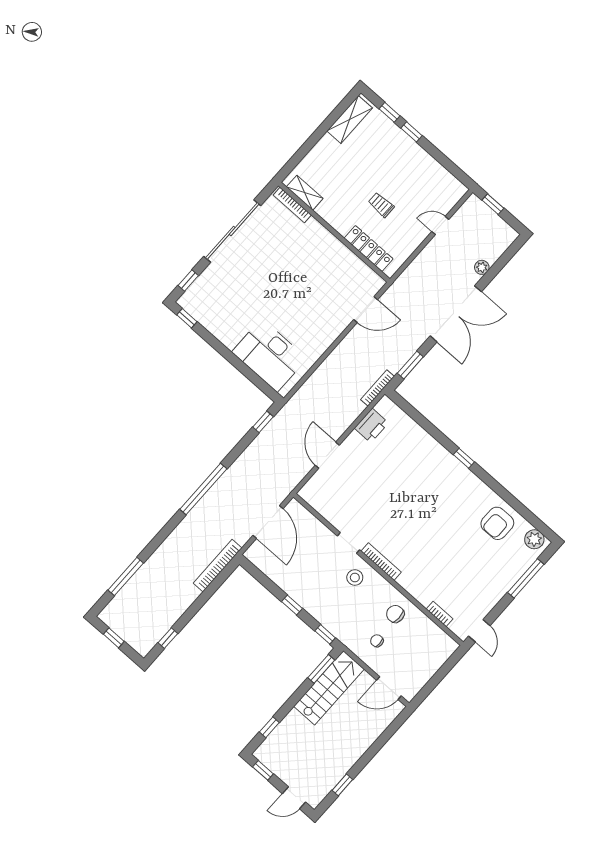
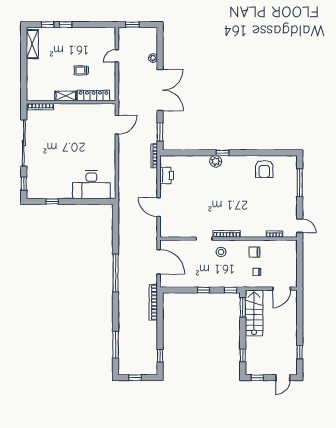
shelving: (305, 193) -> (66, 96), moved
window: (187, 318) -> (52, 201), moved
window: (263, 422) -> (116, 218), removed
plant: (534, 539) -> (216, 161), moved

